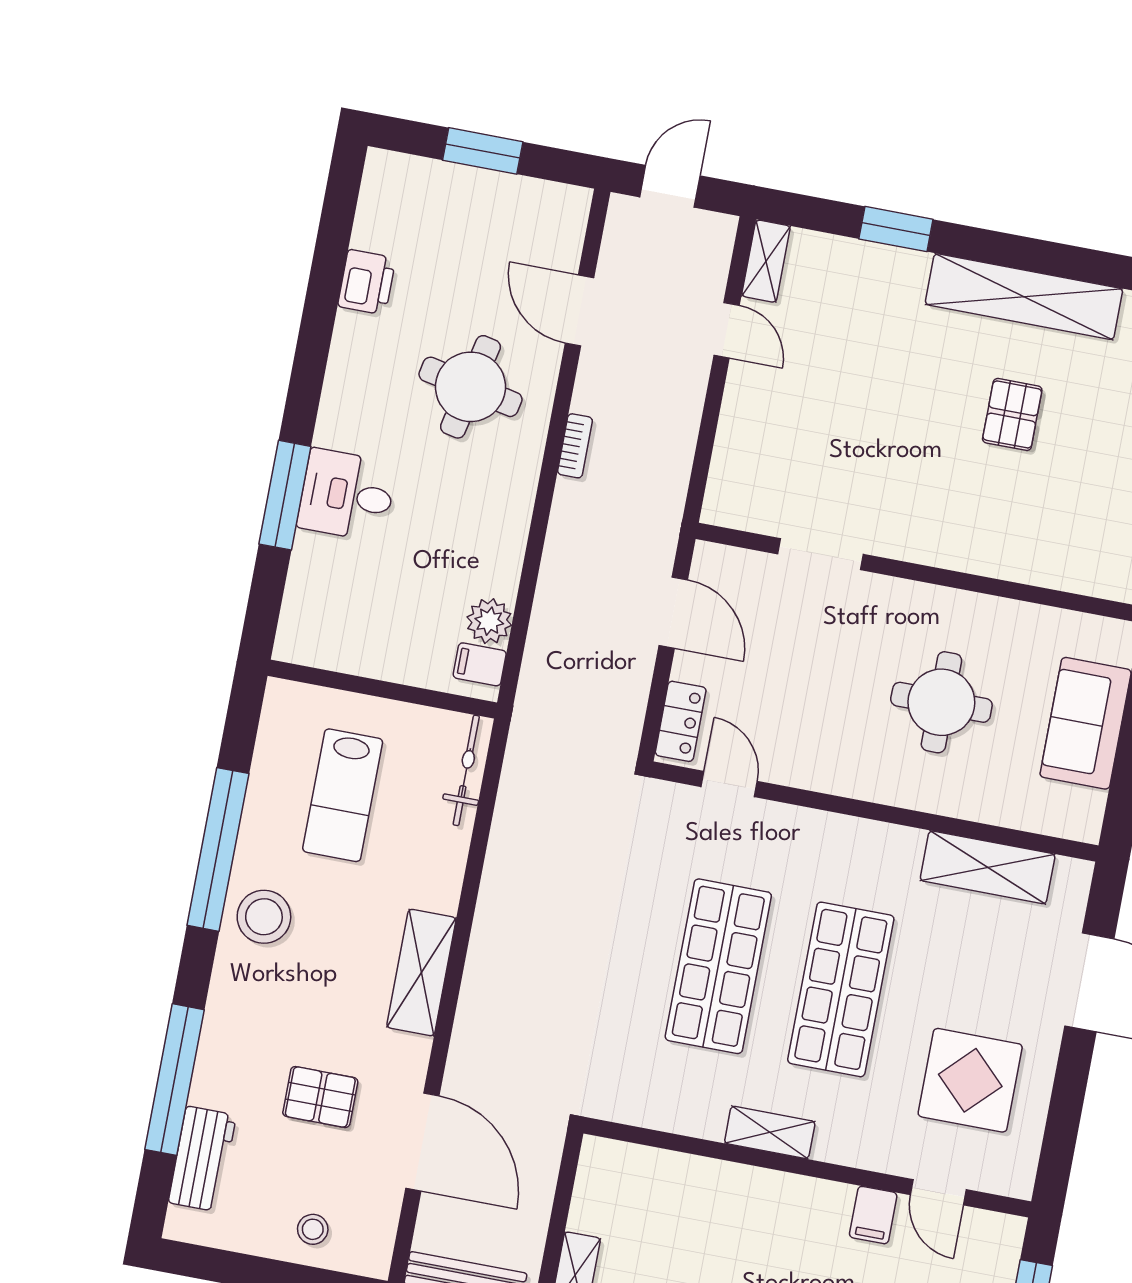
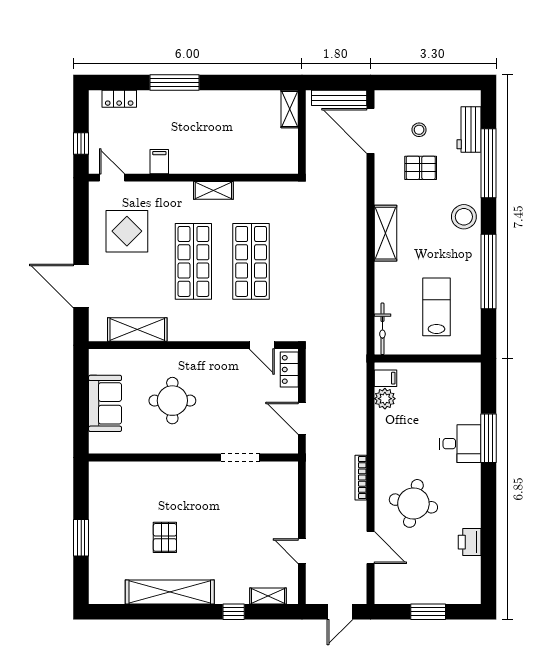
window: (896, 229) -> (234, 612), width x0.67
shelving: (766, 261) -> (268, 596), moved, turned 90
bookcase: (575, 446) -> (361, 478), width x1.56
stool: (264, 917) -> (464, 217), moved
door: (422, 1142) -> (370, 131), moved
door: (938, 1192) -> (112, 178), moved
stool: (313, 1229) -> (419, 130), moved

